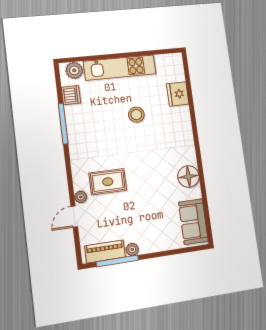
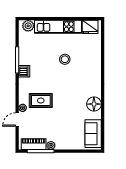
fridge: (178, 94) -> (90, 27), moved, turned -90
dishwasher: (71, 95) -> (24, 71), moved

